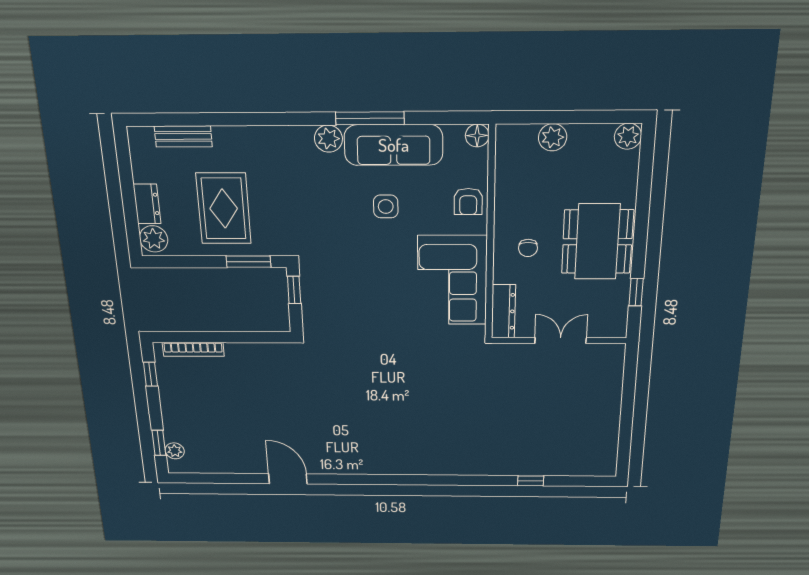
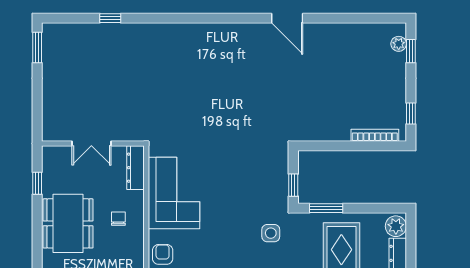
side table: (386, 206) -> (271, 233), moved
window: (624, 450) -> (37, 47), added
door: (288, 479) -> (287, 18), moved

